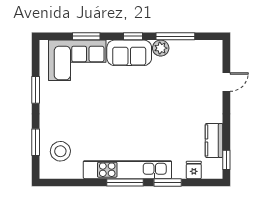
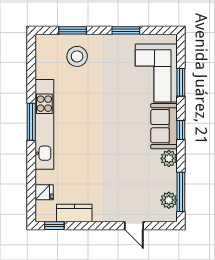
window: (175, 36) -> (181, 192), moved
plant: (201, 48) -> (169, 200), added
stool: (60, 151) -> (77, 56), moved
window: (168, 182) -> (31, 166), removed

